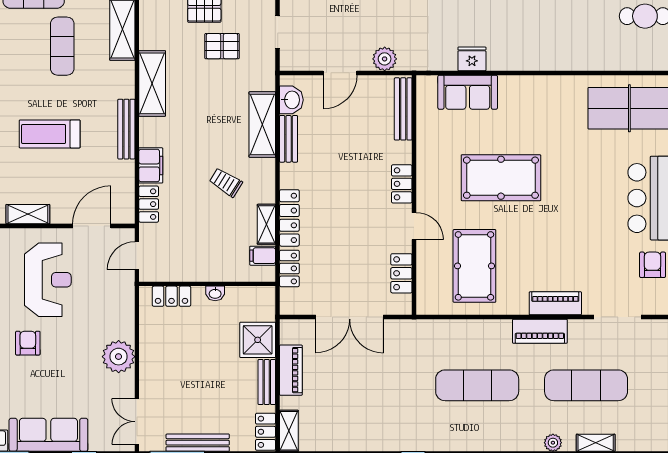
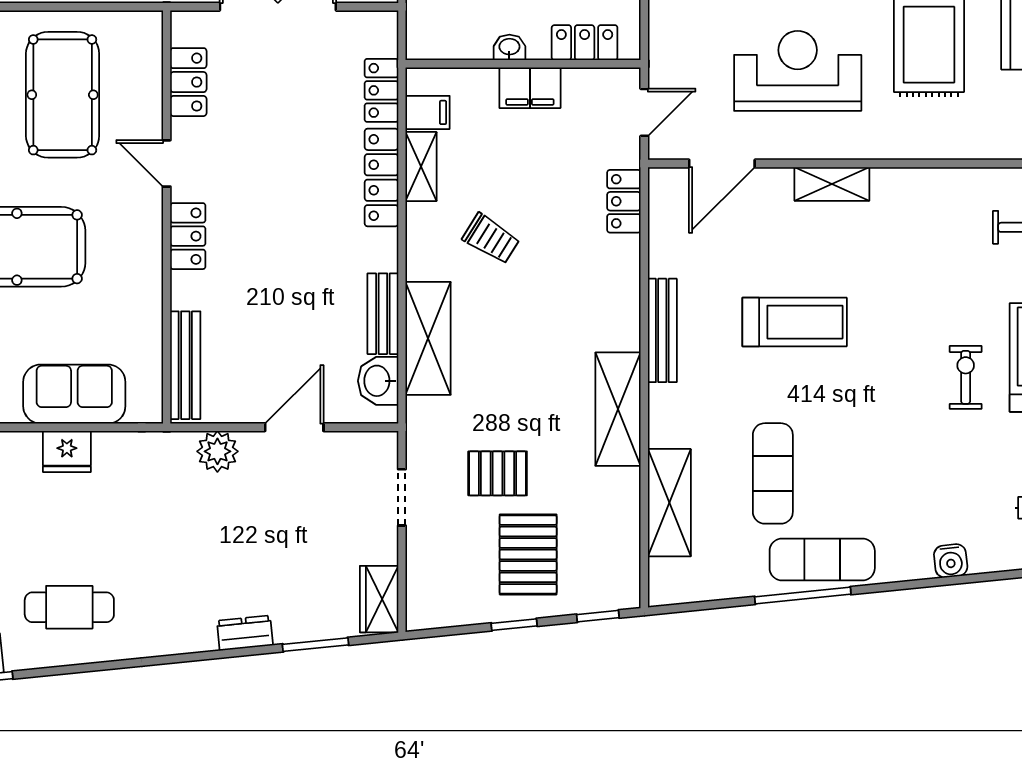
filing cabinet: (151, 165) -> (530, 88), moved, turned -90
reception desk: (48, 280) -> (798, 71), turned 90

